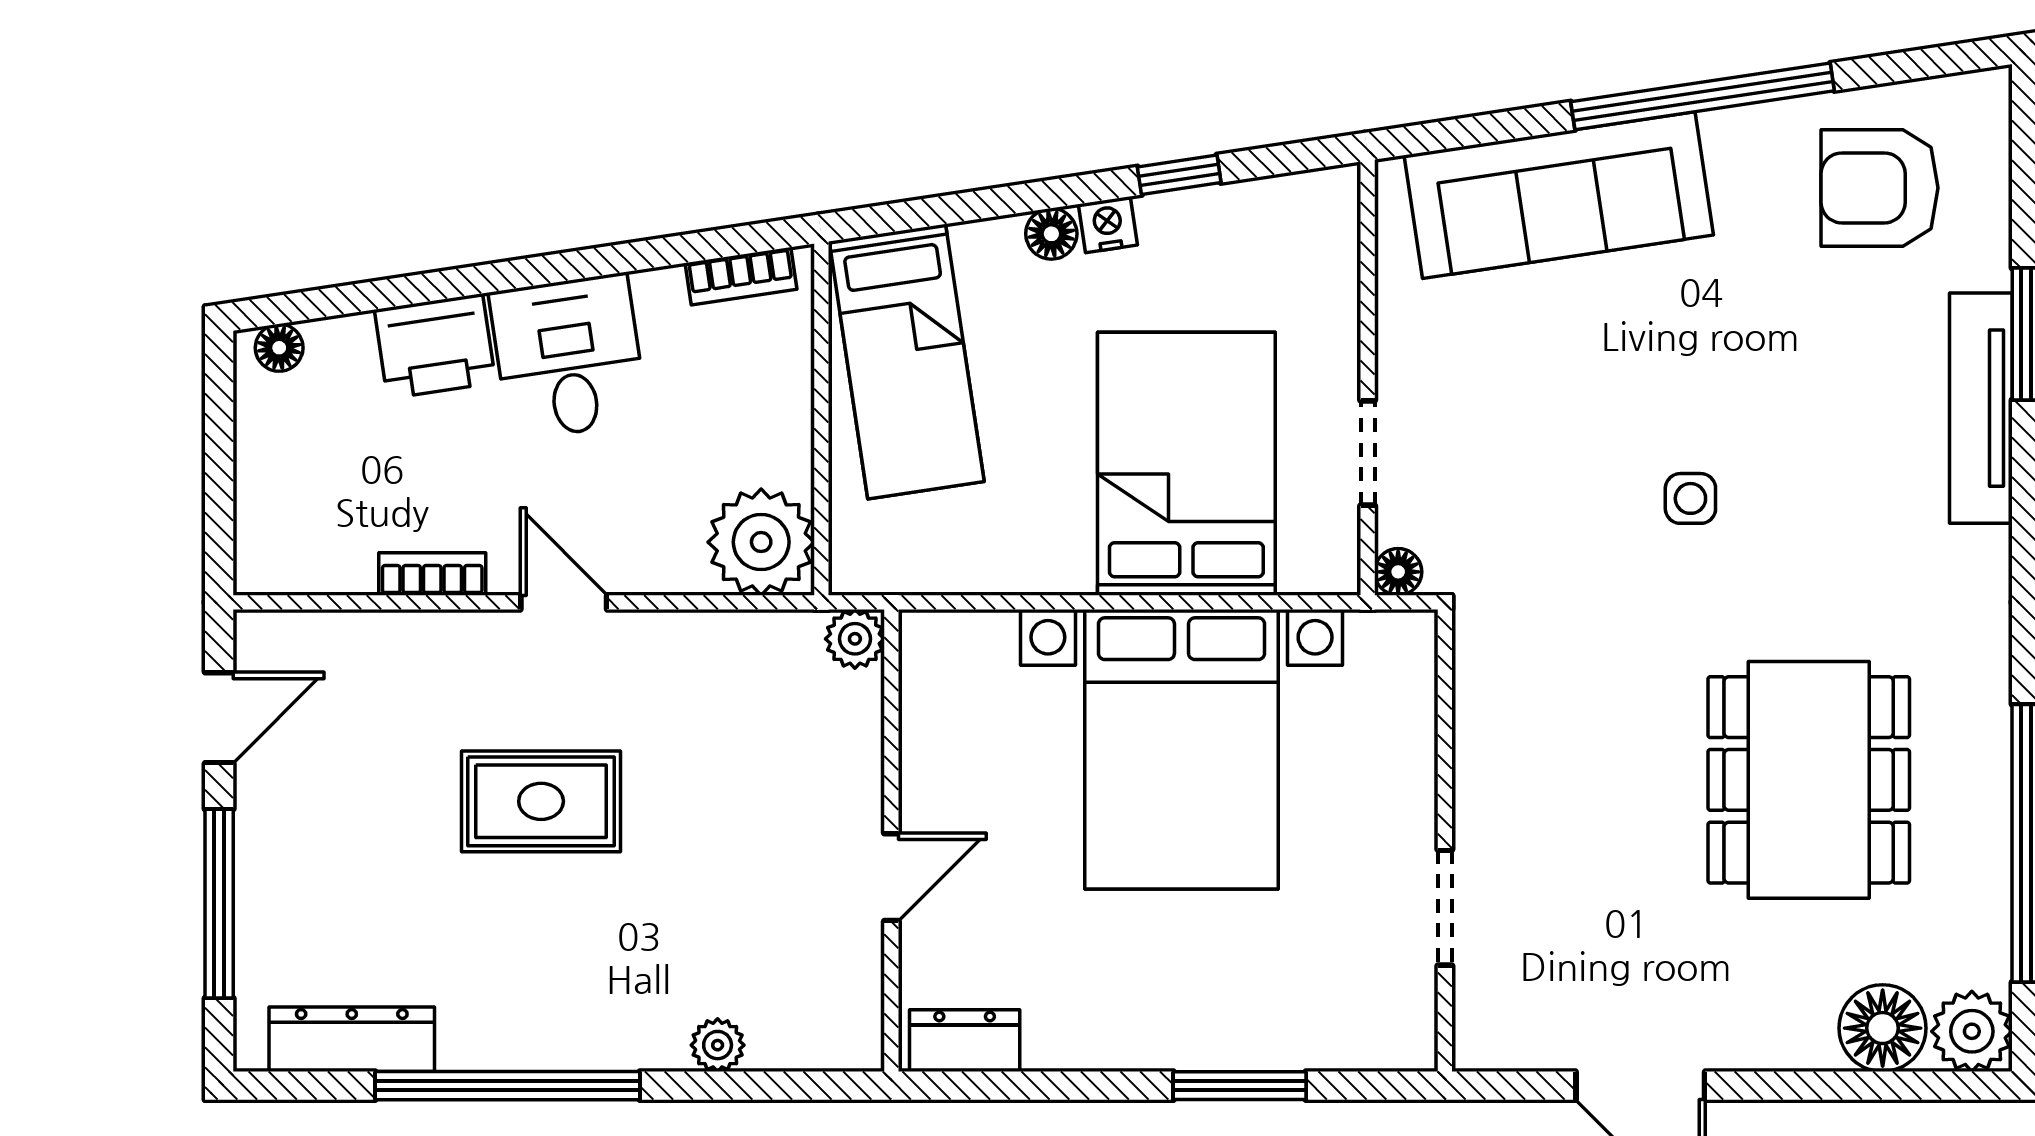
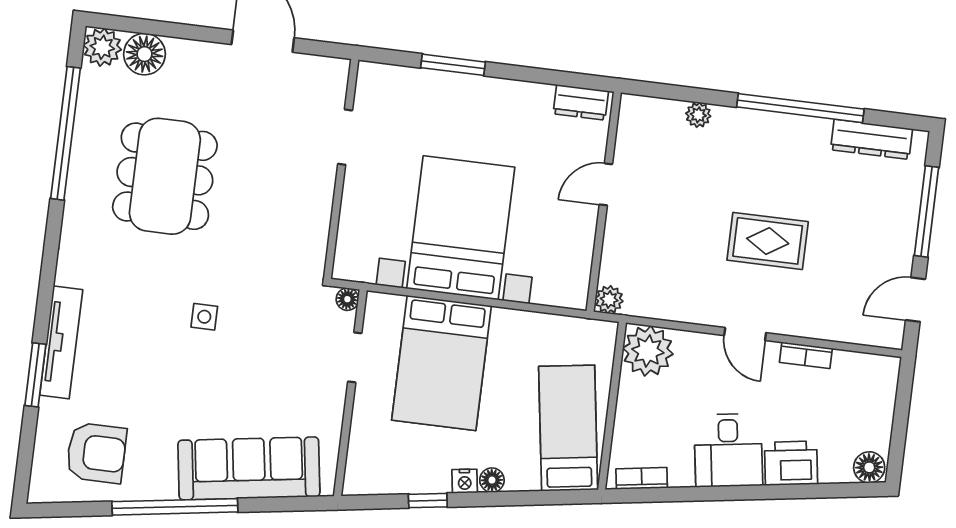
floor lamp: (279, 348) -> (869, 467), width x1.37, depth x1.37

